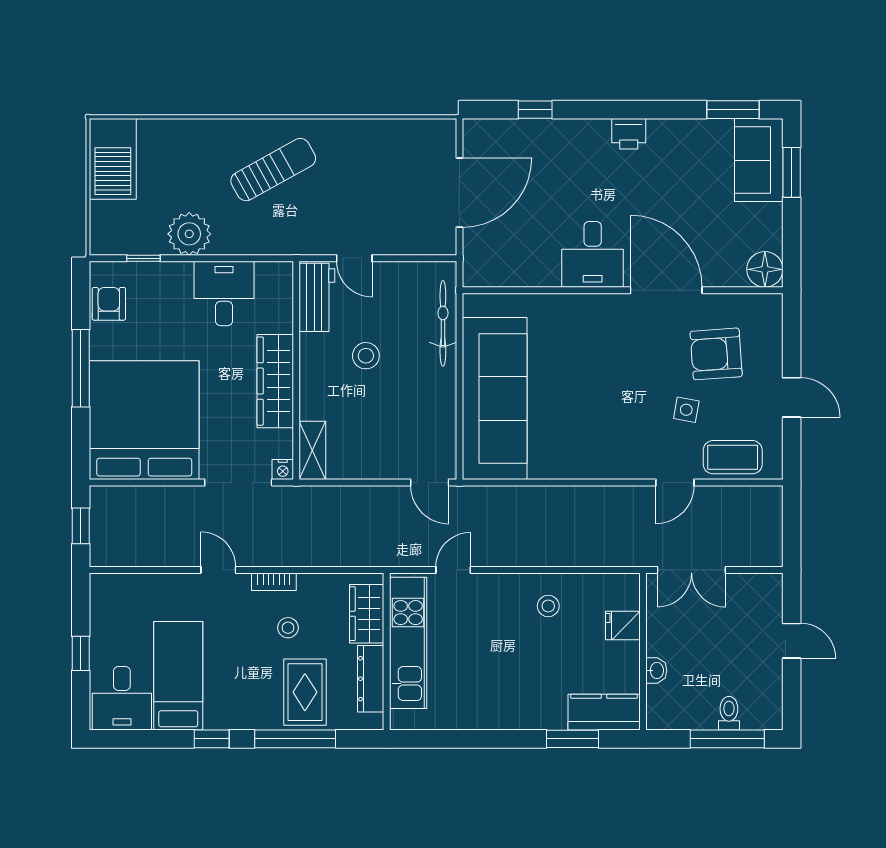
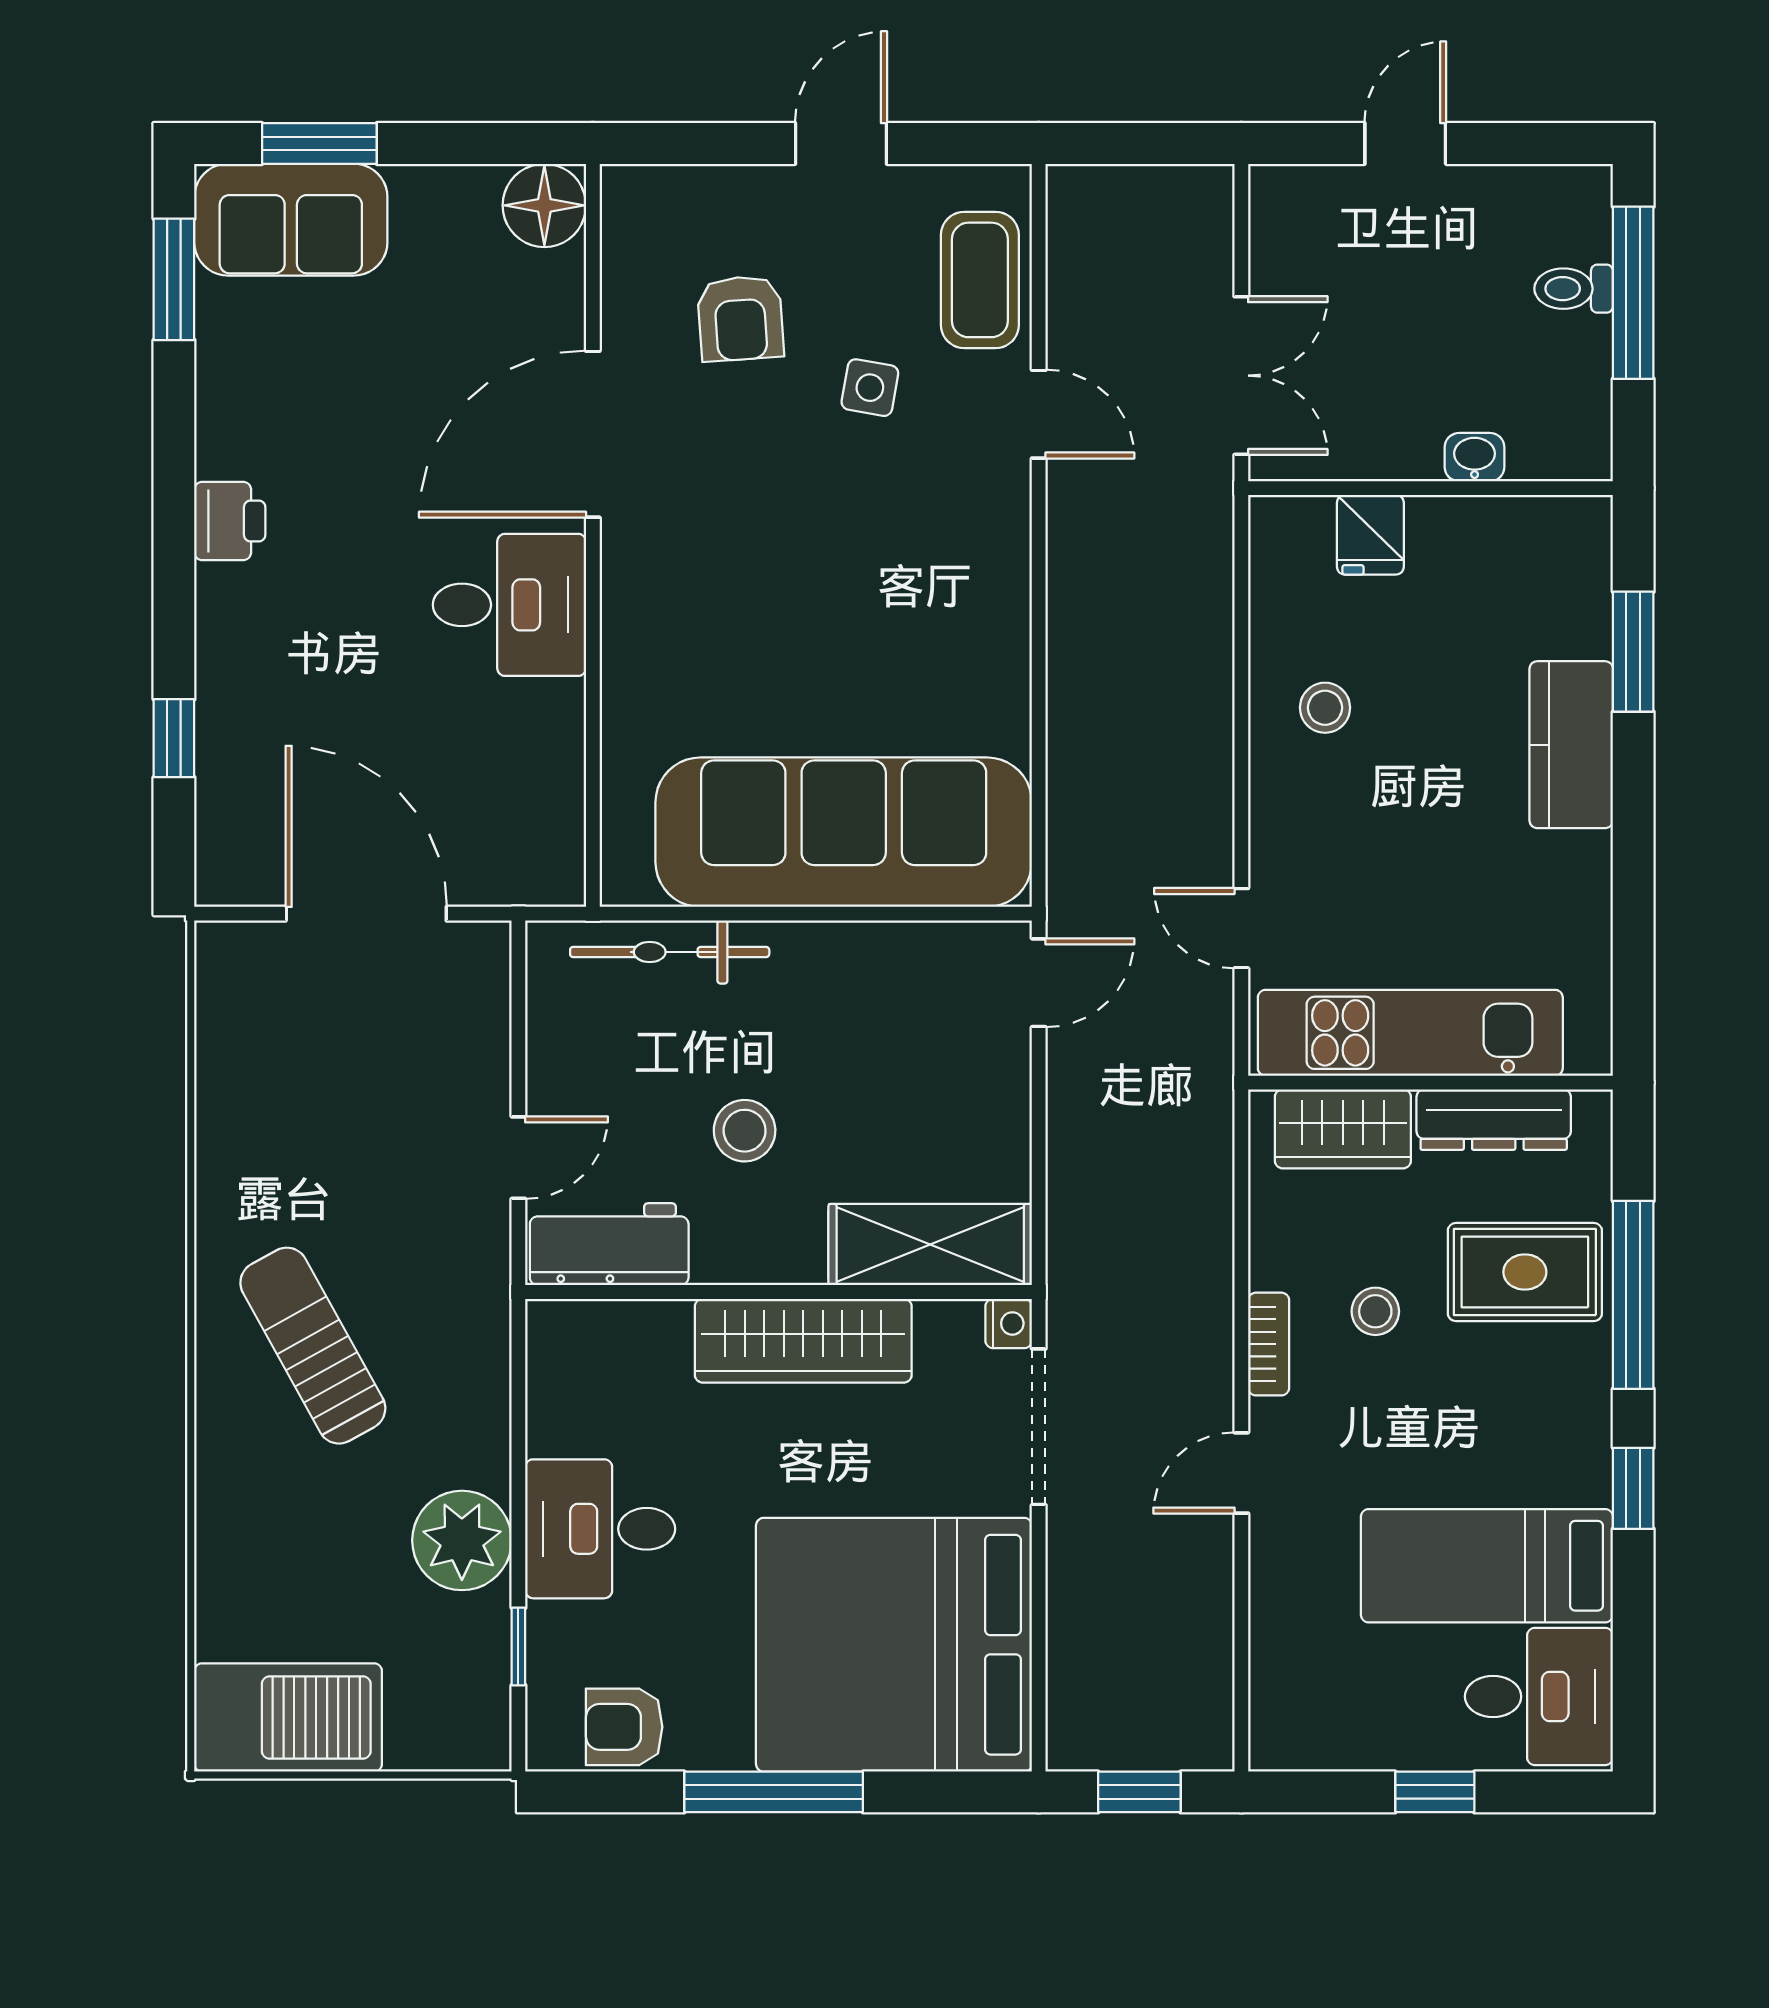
desk: (224, 293) -> (600, 1529), moved
armchair: (716, 354) -> (740, 318), width x0.72, depth x0.72
shelving: (312, 450) -> (930, 1245), width x1.50, depth x1.33
kitchen counter: (604, 712) -> (1571, 745), moved

